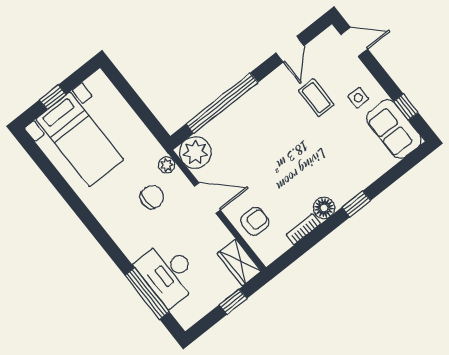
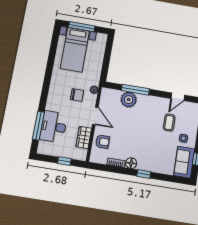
window: (53, 97) -> (82, 27), width x2.17
window: (222, 103) -> (135, 90), width x0.68
plant: (195, 152) -> (129, 100), moved
wardrobe: (239, 262) -> (84, 137), moved

